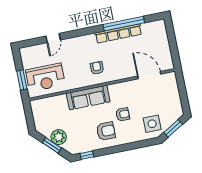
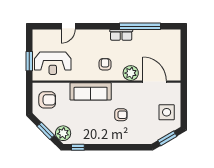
row of seats: (118, 33) -> (121, 35), width x0.50
plant: (124, 71) -> (131, 73), added
side table: (152, 124) -> (167, 112), moved
armchair: (106, 131) -> (47, 100), moved
plant: (59, 137) -> (63, 133), moved

